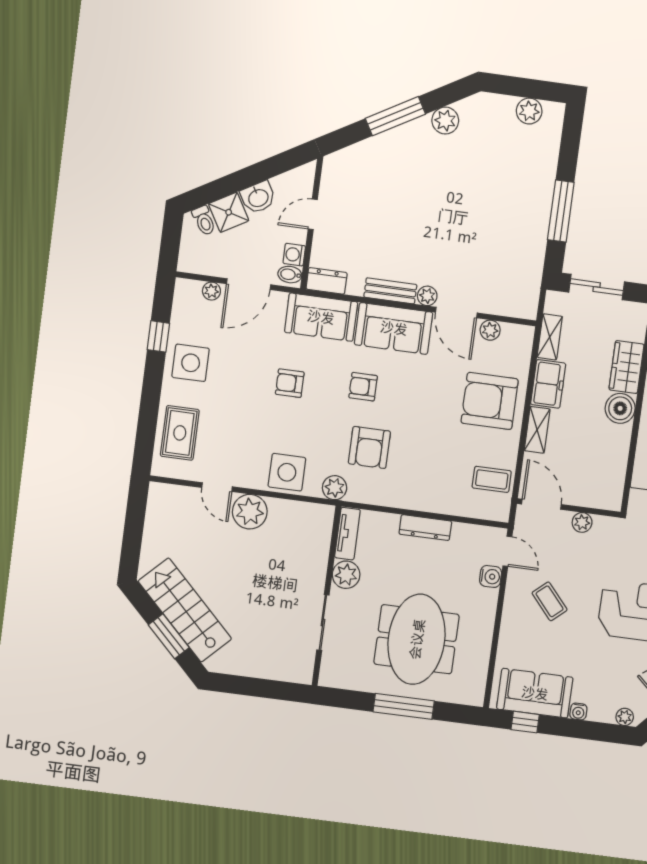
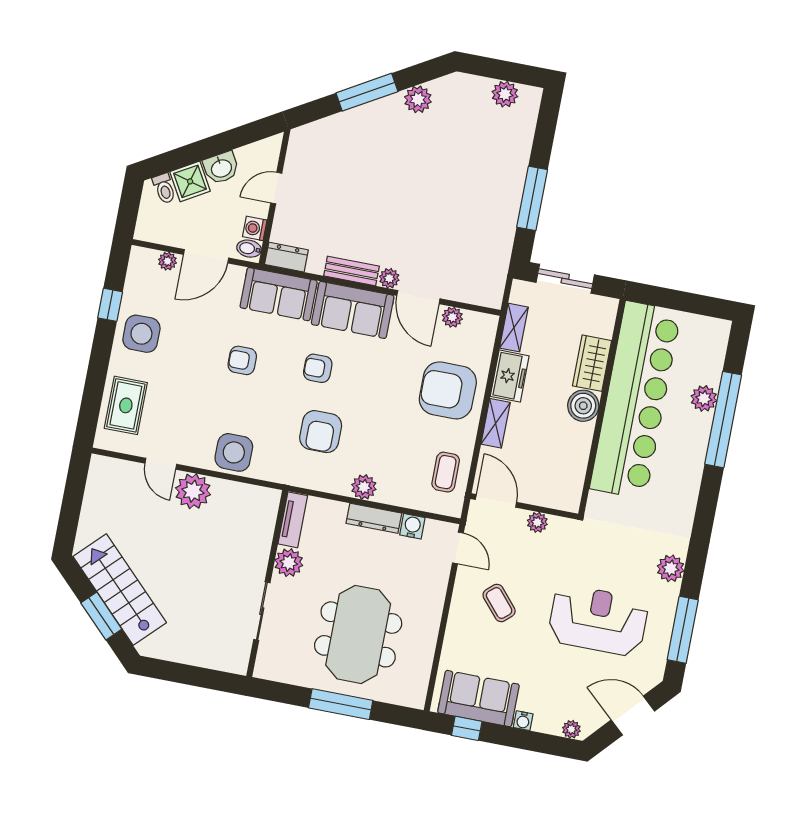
coffee table: (492, 479) -> (446, 472), turned 90
plant: (335, 488) -> (364, 487), moved
water cooler: (491, 576) -> (412, 526), moved, turned -90

